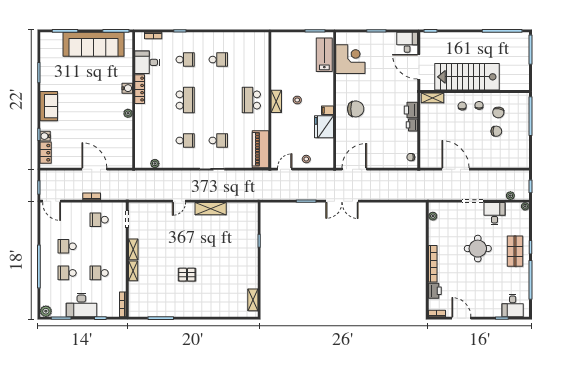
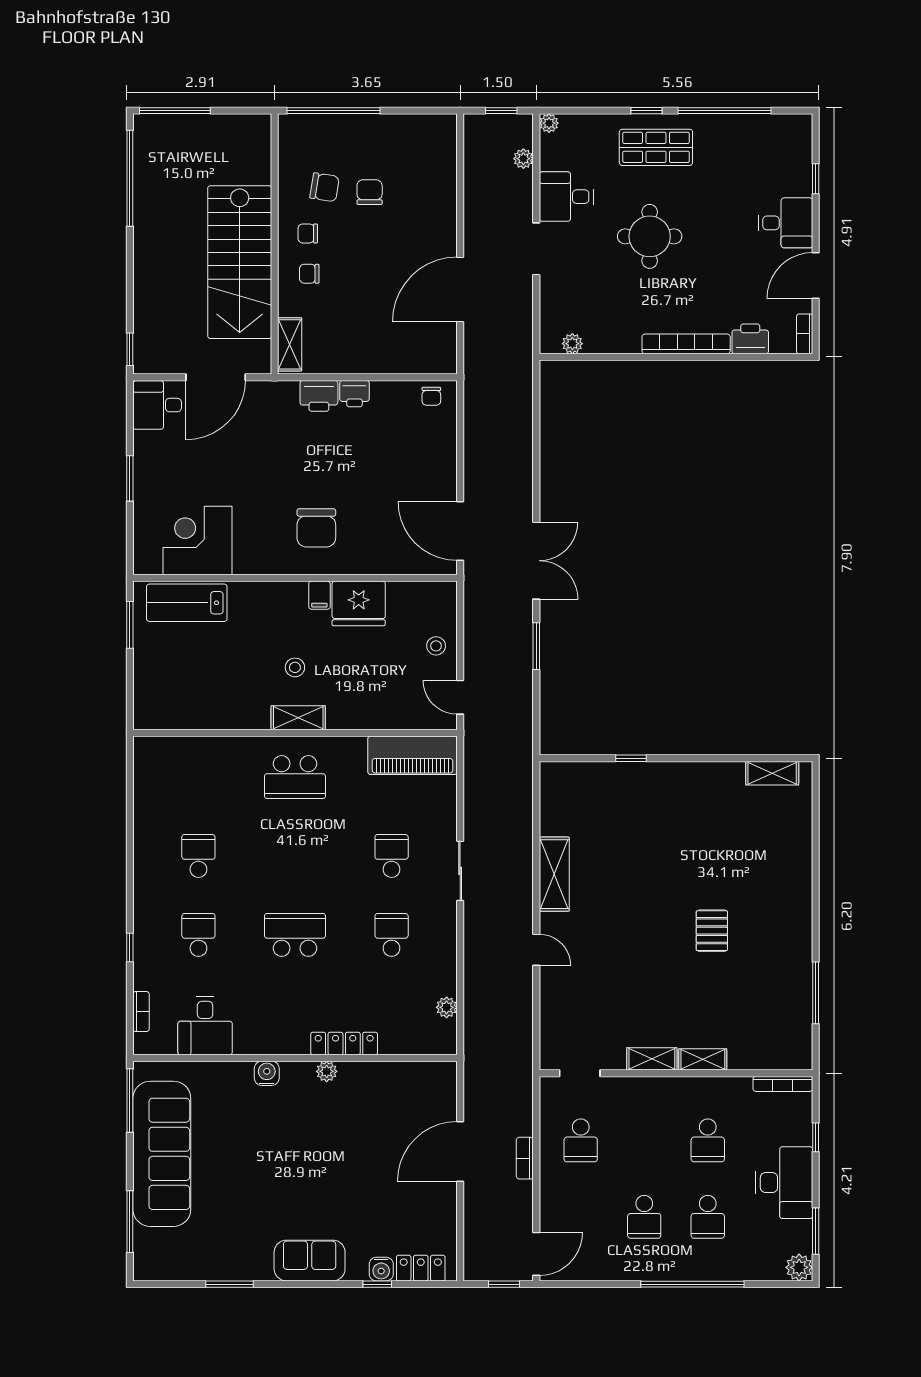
locker: (140, 89) -> (344, 1043), moved
chair: (356, 109) -> (316, 528), turned 180
desk: (513, 305) -> (786, 223), moved

